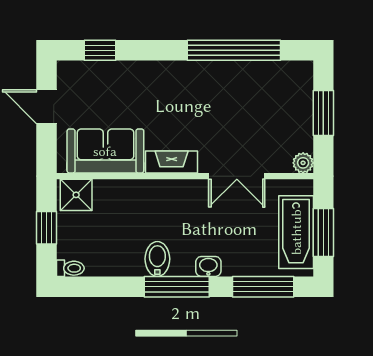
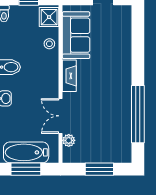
window: (100, 50) -> (138, 32), removed
plant: (303, 163) -> (69, 140), moved
stool: (119, 194) -> (49, 44), added

